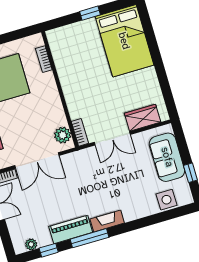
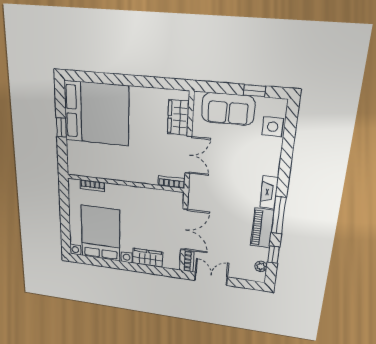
bed: (124, 41) -> (96, 113), width x1.36
plant: (63, 135) -> (169, 198), removed

